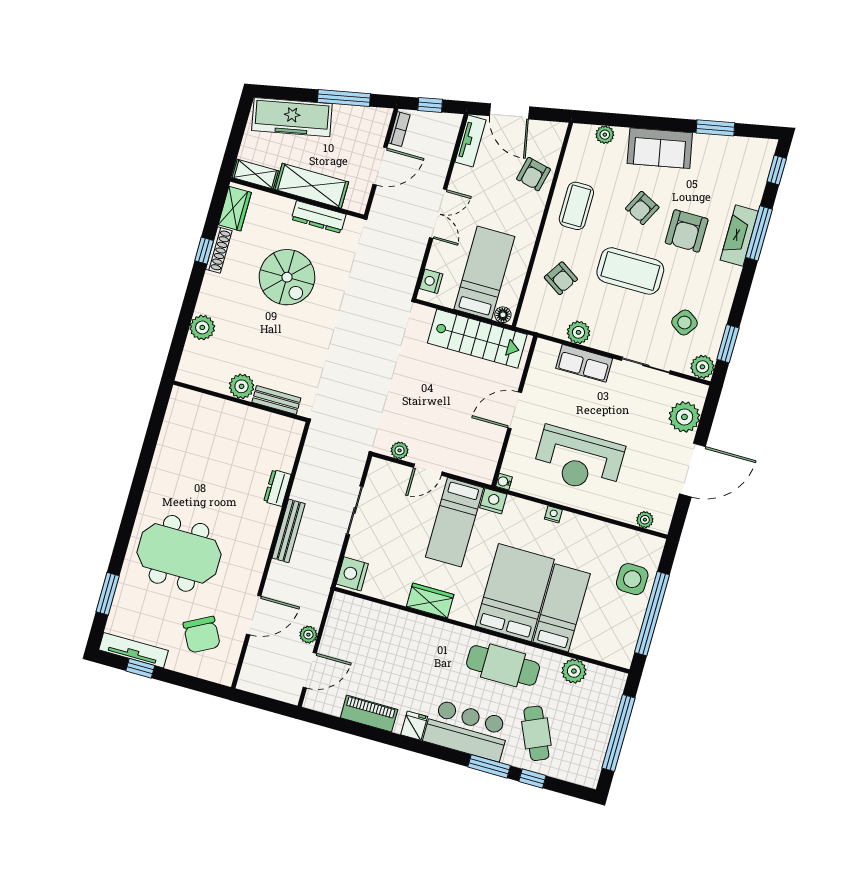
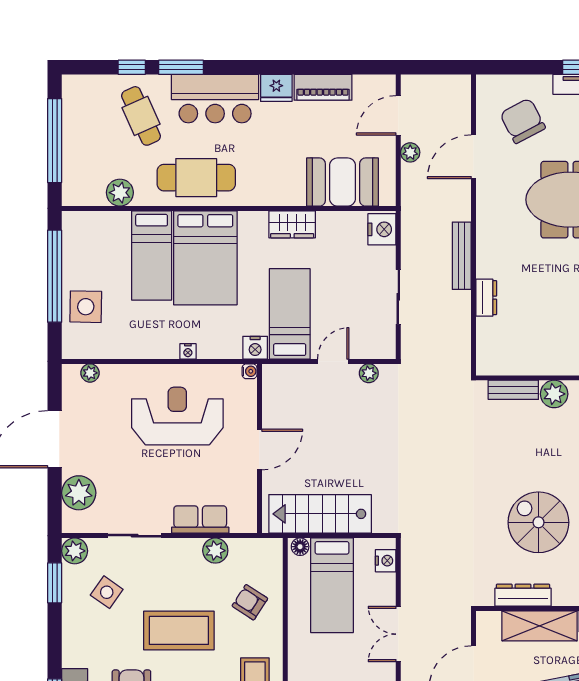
booth: (375, 625) -> (343, 182), added
fridge: (414, 726) -> (276, 88), width x1.38

